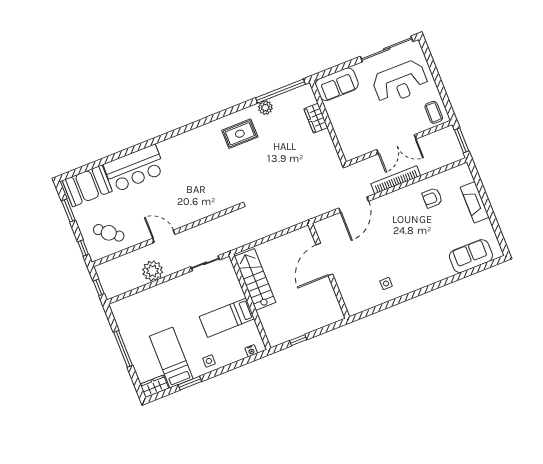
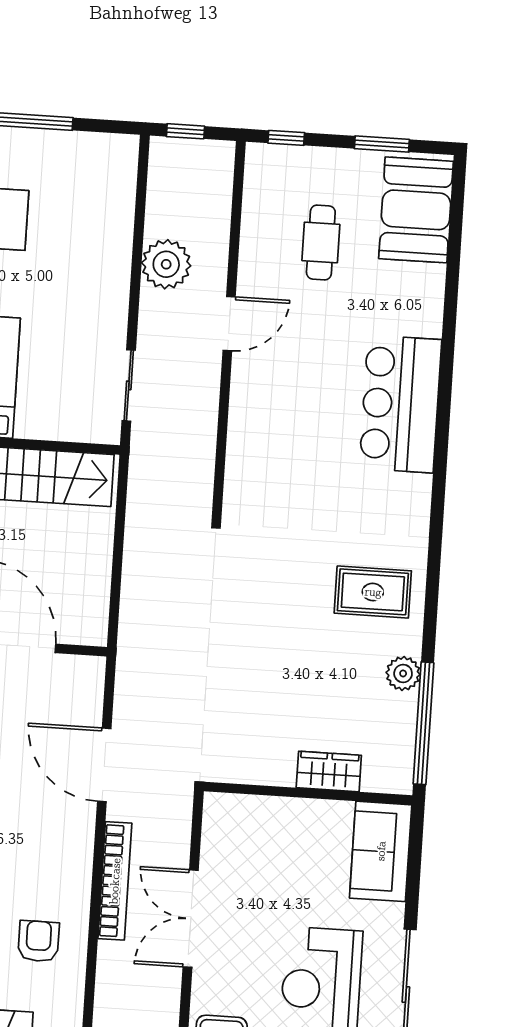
rug: (240, 134) -> (373, 592), turned 90
bar counter: (135, 168) -> (400, 404), moved
cafe table: (109, 233) -> (321, 242), moved, turned -39

